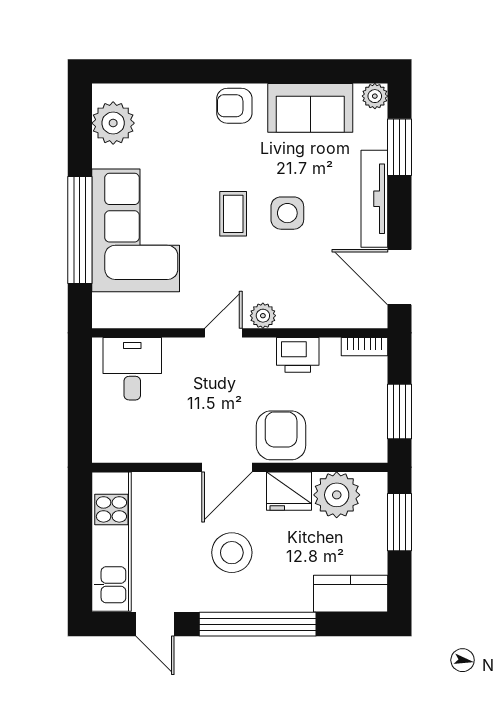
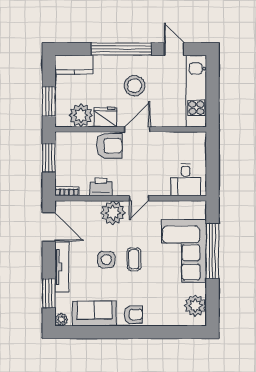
plant: (263, 316) -> (113, 213), width x1.87, depth x1.87
armchair: (281, 435) -> (109, 146), turned -90

